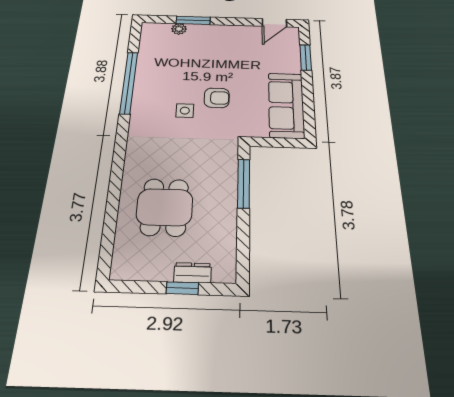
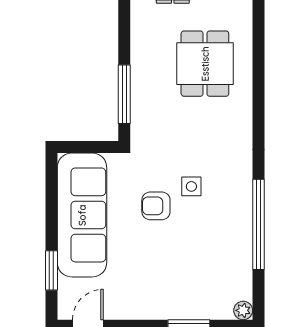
plant: (179, 29) -> (243, 310), moved
sofa: (286, 105) -> (82, 215), width x1.36, depth x1.27

